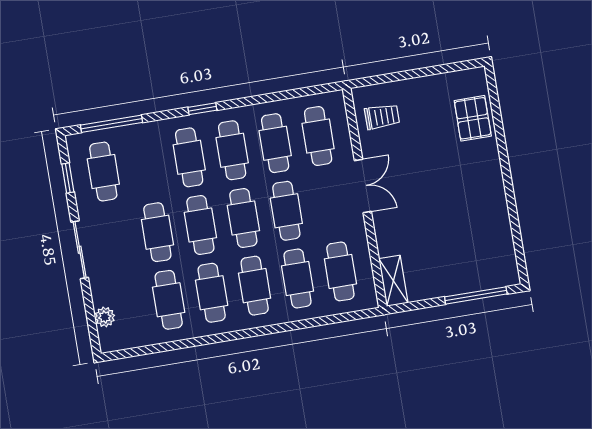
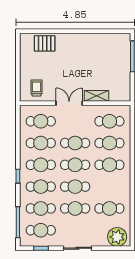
shelving: (393, 281) -> (97, 96), moved
cafe table: (212, 293) -> (41, 208), moved
plant: (105, 317) -> (117, 237), width x1.88, depth x1.88

